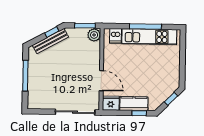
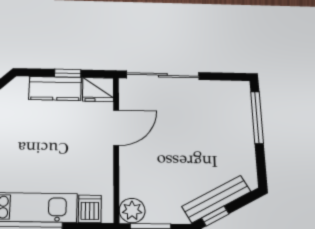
window: (25, 76) -> (257, 117), moved
door: (101, 81) -> (116, 128), swing flipped
window: (139, 113) -> (68, 73), moved

